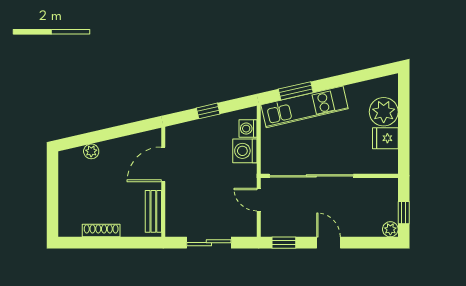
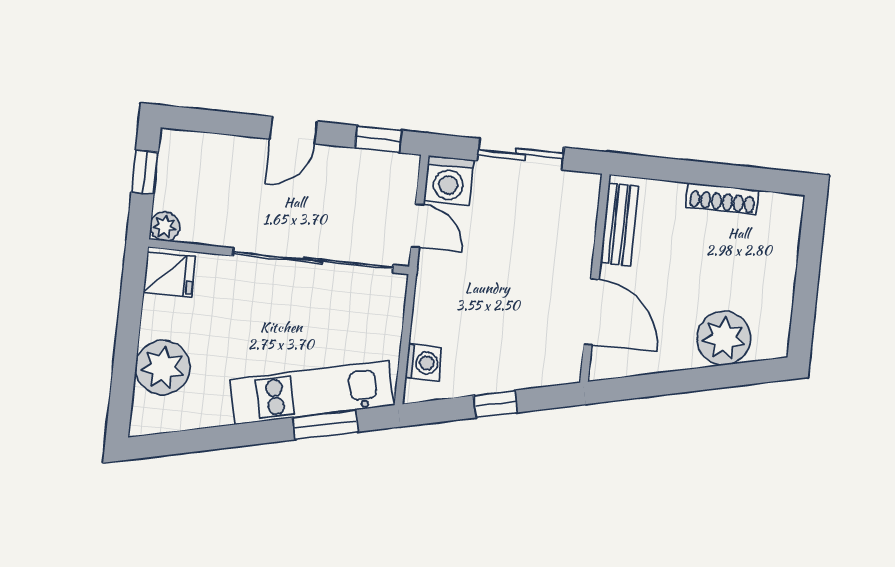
fridge: (385, 138) -> (169, 275), moved
plant: (91, 151) -> (724, 338), width x1.88, depth x1.88
washing machine: (245, 151) -> (449, 180), moved, turned 90
door: (163, 164) -> (591, 312), hinge flipped
plant: (390, 229) -> (165, 226), moved
door: (328, 243) -> (294, 130), hinge flipped

